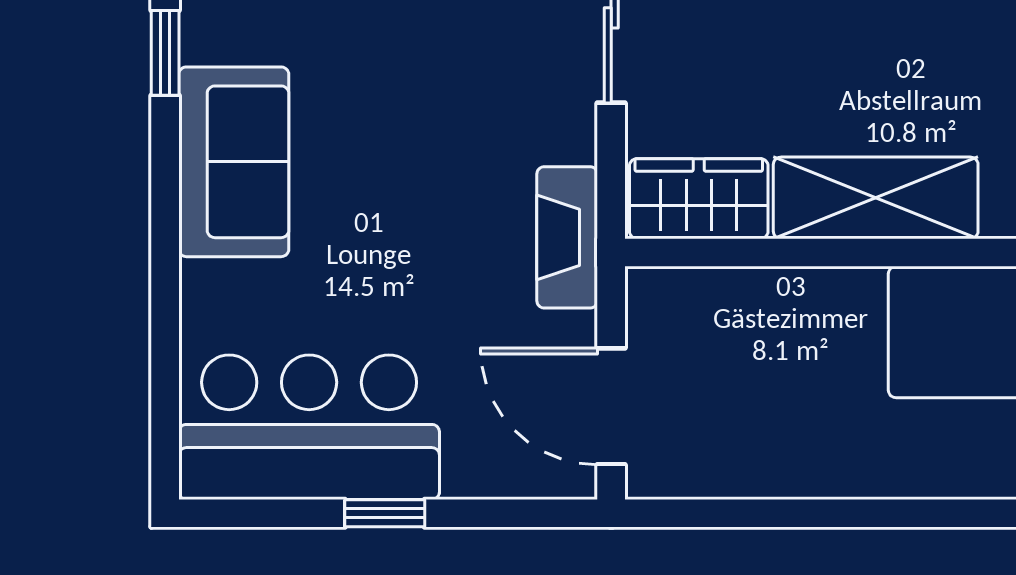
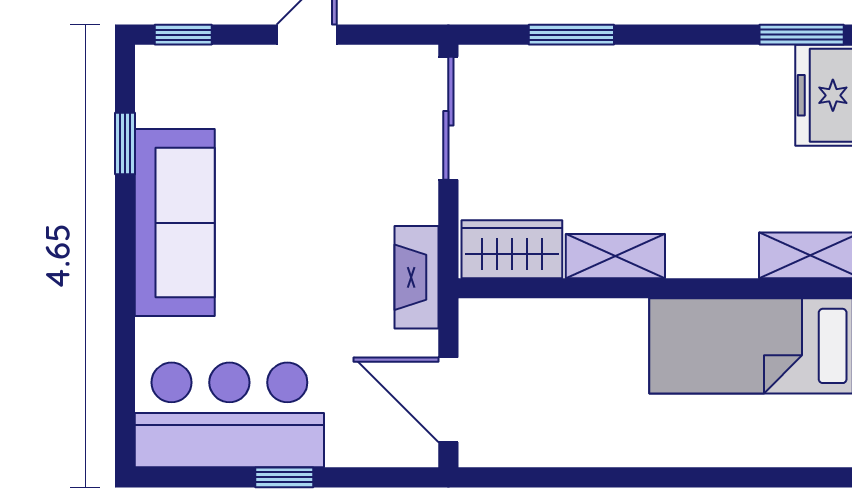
sofa: (234, 162) -> (175, 223), width x1.36
shelving: (876, 198) -> (615, 256), width x0.67, depth x0.75

